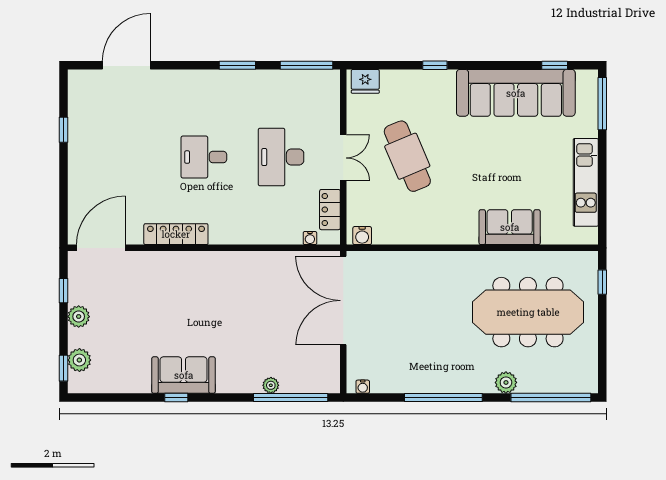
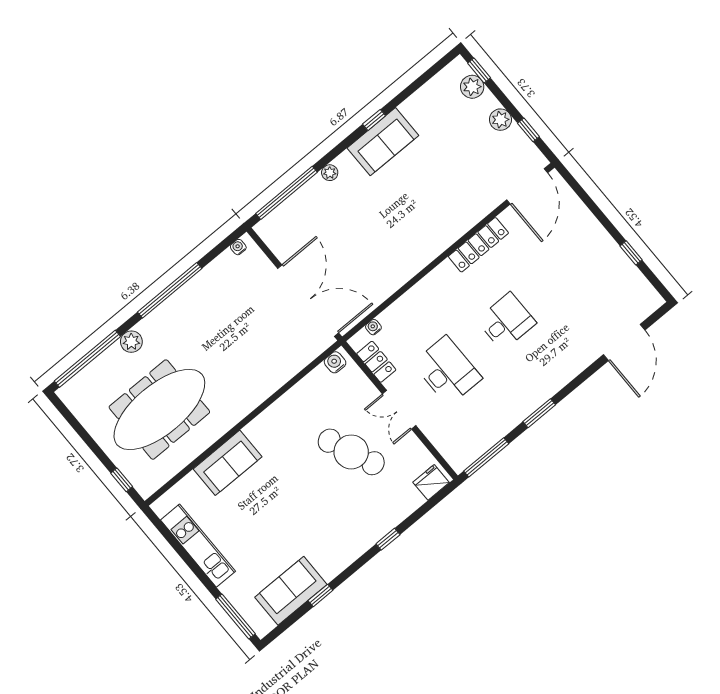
window: (555, 65) -> (320, 595), moved
sofa: (516, 93) -> (291, 591), width x0.54, depth x0.79
plant: (271, 385) -> (330, 173), moved

